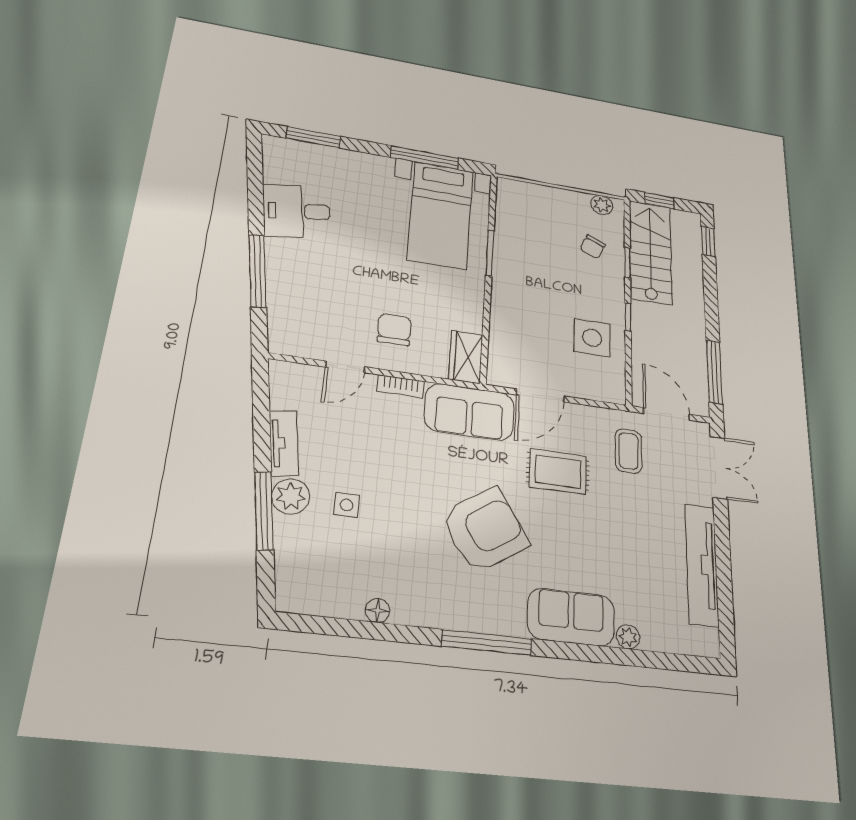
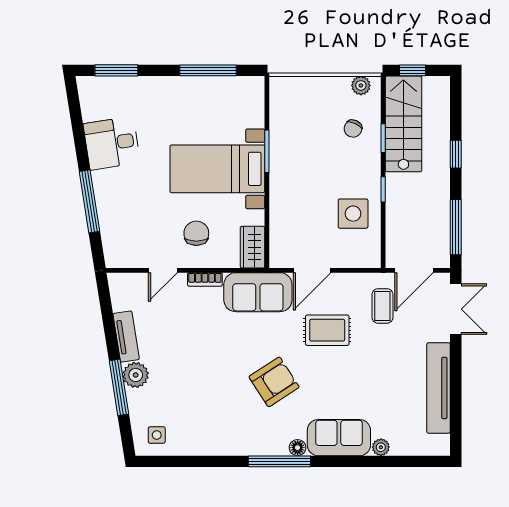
bed with nightstands: (440, 215) -> (217, 169), moved, turned 90
window: (708, 242) -> (456, 154), moved
door: (667, 414) -> (414, 270), swing flipped
side table: (347, 505) -> (157, 435), moved
armchair: (485, 530) -> (274, 382), width x0.73, depth x0.73
floor lamp: (378, 611) -> (298, 448), moved

